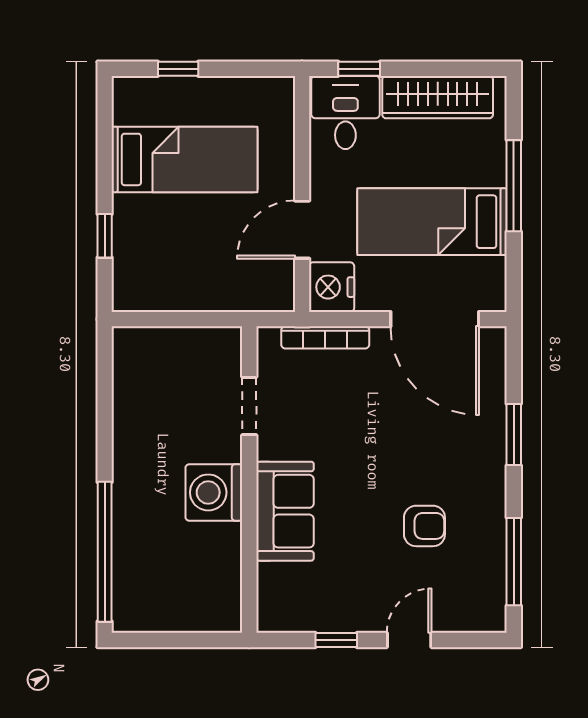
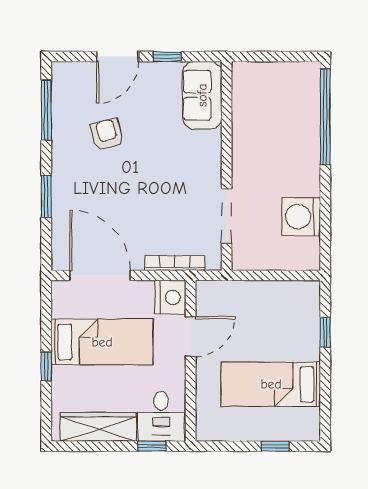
window: (514, 186) -> (46, 366), width x0.46
doorway: (249, 406) -> (227, 216), width x1.38
washing machine: (214, 492) -> (301, 217), moved, turned 180
sofa: (285, 511) -> (202, 95), moved
armchair: (424, 526) -> (107, 134), turned 75
door: (409, 640) -> (118, 57), width x1.38

